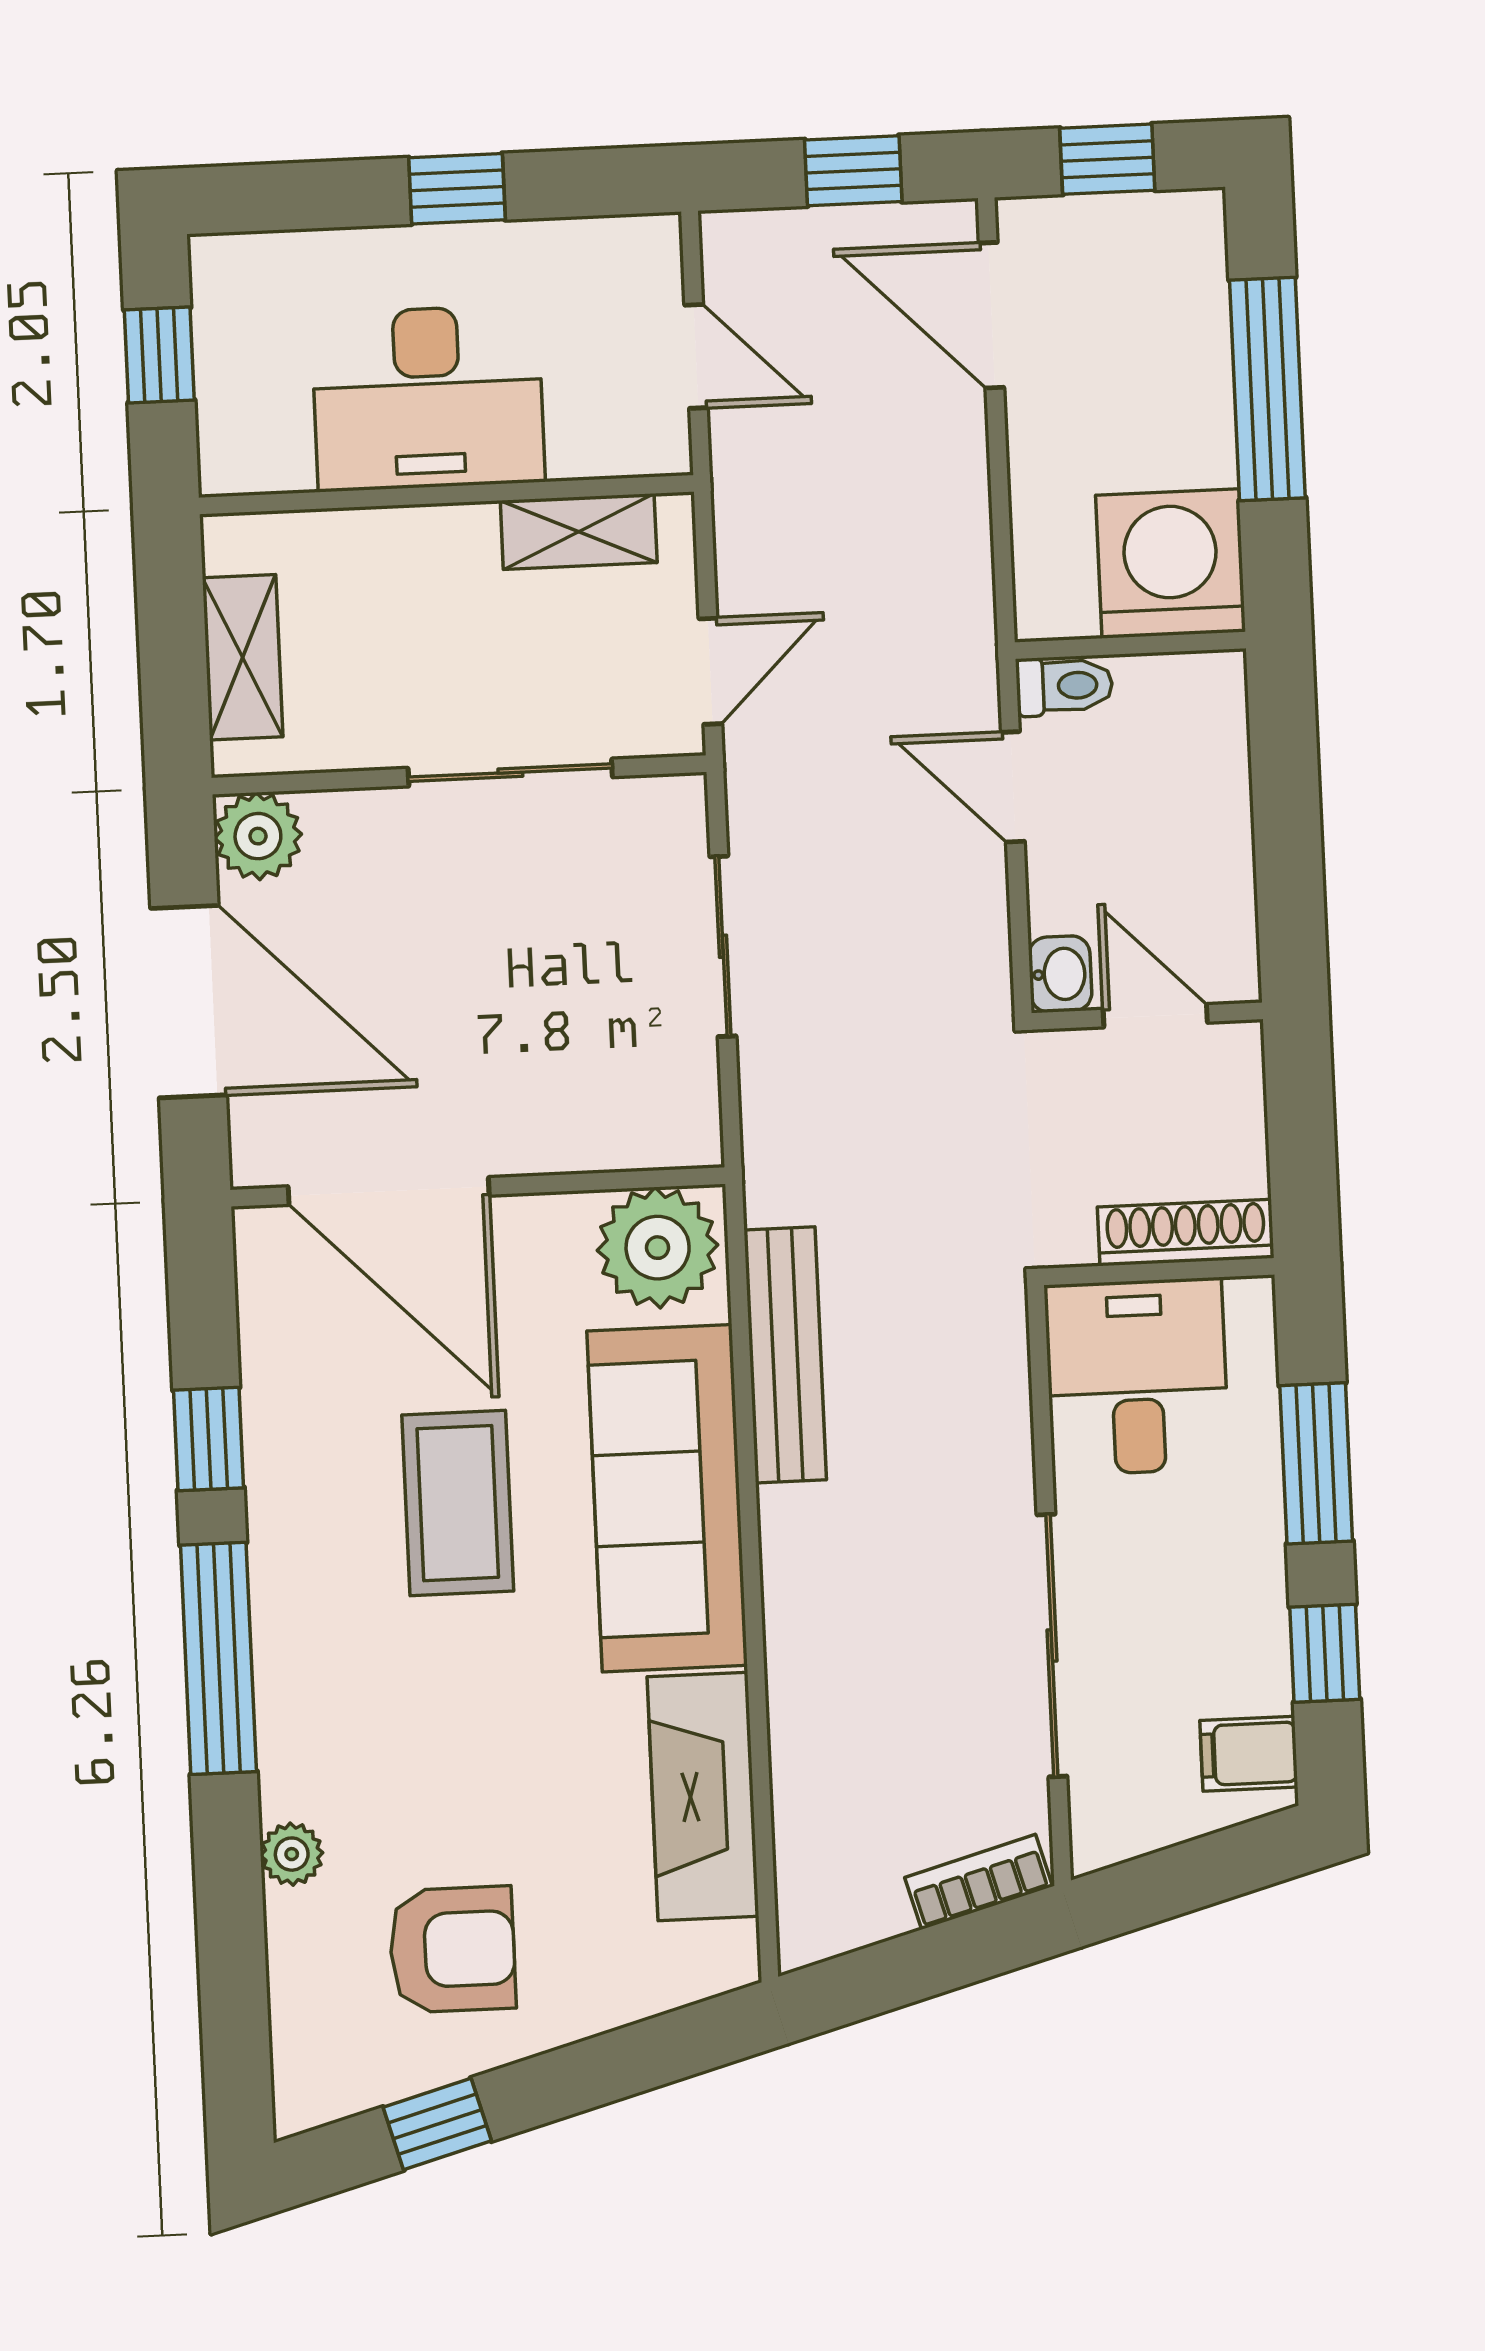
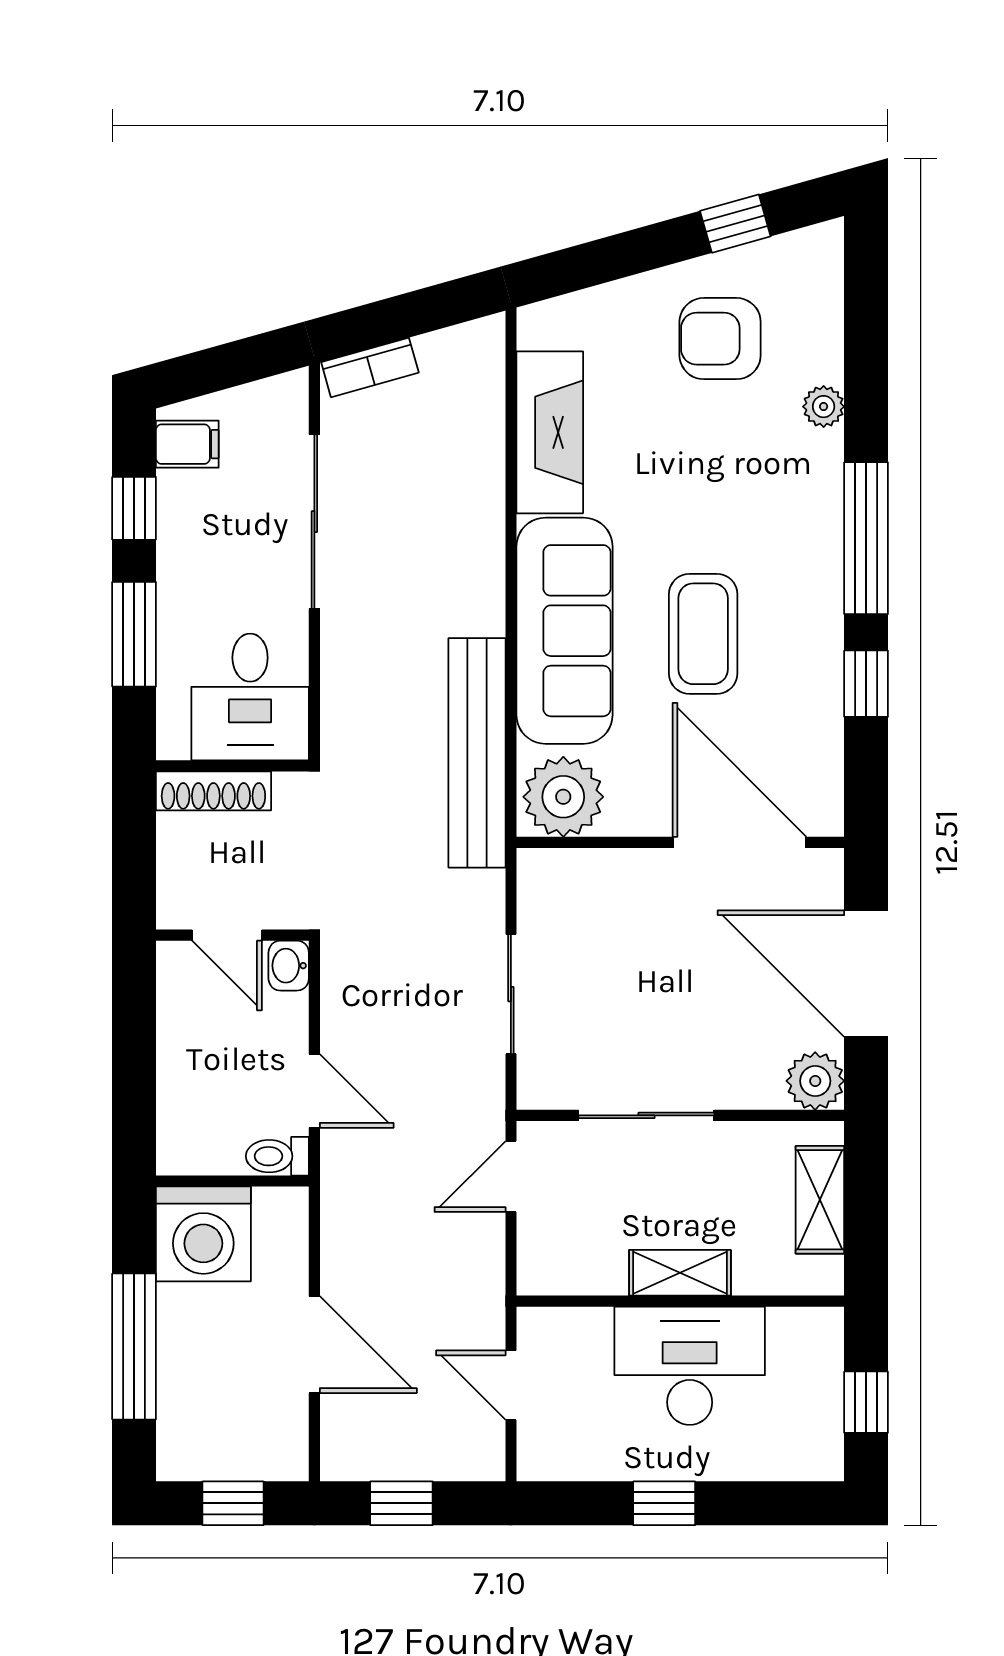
door: (992, 315) -> (314, 1345), moved
shelving: (579, 532) -> (680, 1273), moved
bench: (785, 1355) -> (477, 753), width x1.37, depth x1.21

